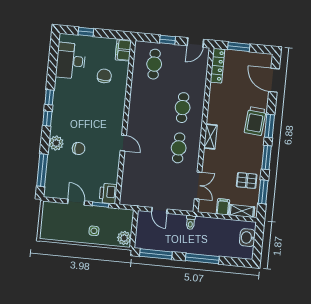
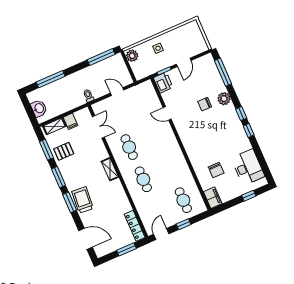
door: (123, 143) -> (167, 113), moved
double door: (198, 185) -> (98, 127), swing flipped
door: (76, 202) -> (184, 62), hinge flipped
window: (202, 259) -> (51, 79), moved

